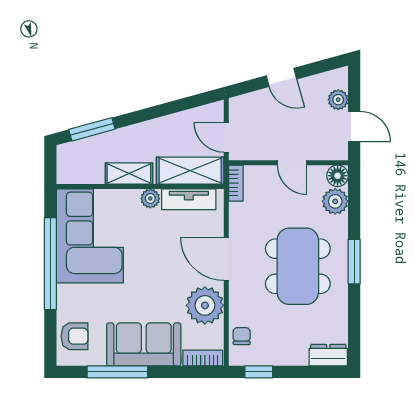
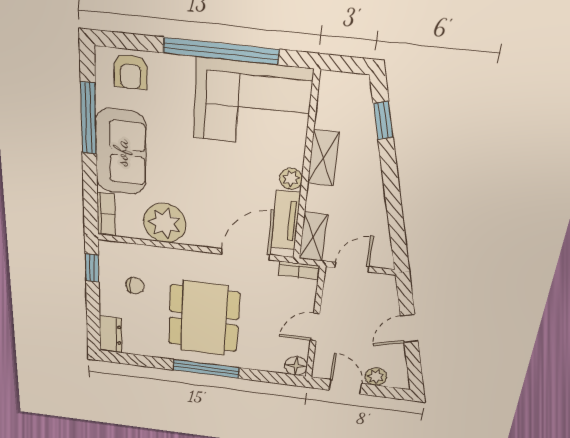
door: (354, 127) -> (345, 387), swing flipped
window: (92, 129) -> (383, 121), width x0.67
shelving: (190, 171) -> (313, 237), width x0.67, depth x0.75
plant: (335, 201) -> (269, 360), removed
door: (226, 259) -> (246, 254), moved
window: (354, 262) -> (206, 369), width x1.44
dining table: (298, 266) -> (204, 318), turned 90
chair: (242, 336) -> (135, 286), moved

